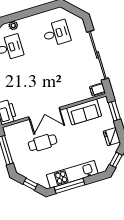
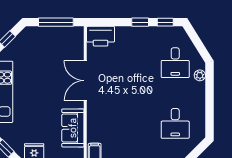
cafe table: (43, 143) -> (52, 68), removed

